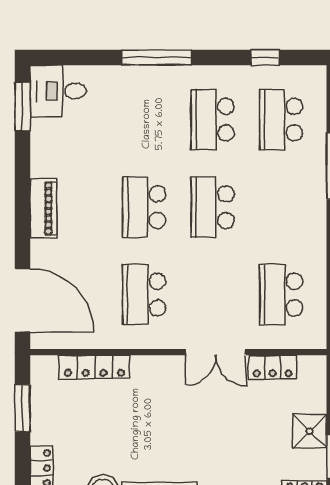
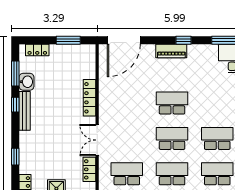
window: (22, 185) -> (184, 40), added
school desk: (144, 295) -> (172, 174), moved
locker: (95, 367) -> (89, 98), moved

